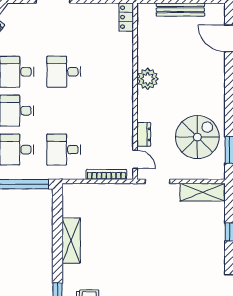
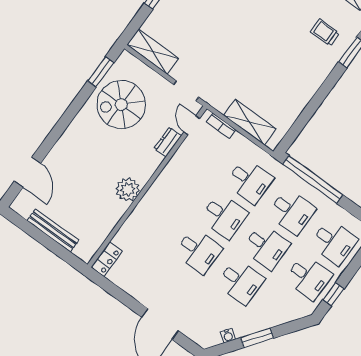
desk: (64, 111) -> (224, 216), added
bookcase: (106, 174) -> (221, 126), width x0.64
shelving: (71, 241) -> (250, 122), moved, turned 90

